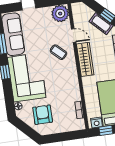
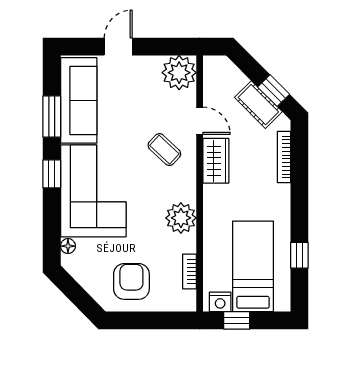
wardrobe: (85, 59) -> (216, 161), width x0.67
plant: (71, 84) -> (181, 218), added
armchair: (43, 115) -> (131, 281), moved

